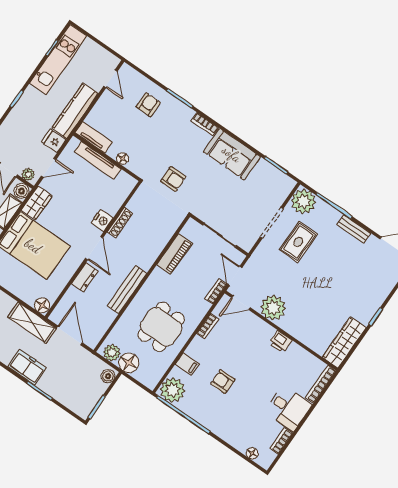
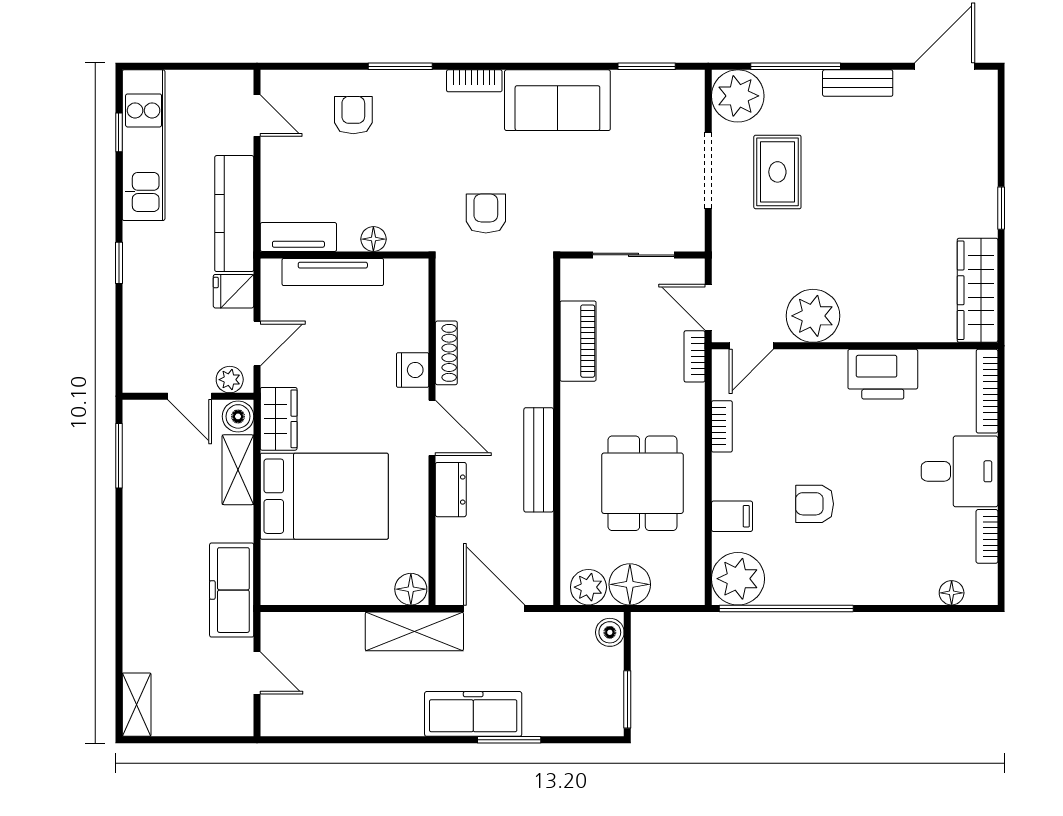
armchair: (173, 179) -> (486, 213), turned -90
printer: (280, 342) -> (883, 374), width x1.87, depth x1.48
freezer: (27, 367) -> (473, 714), width x1.40

